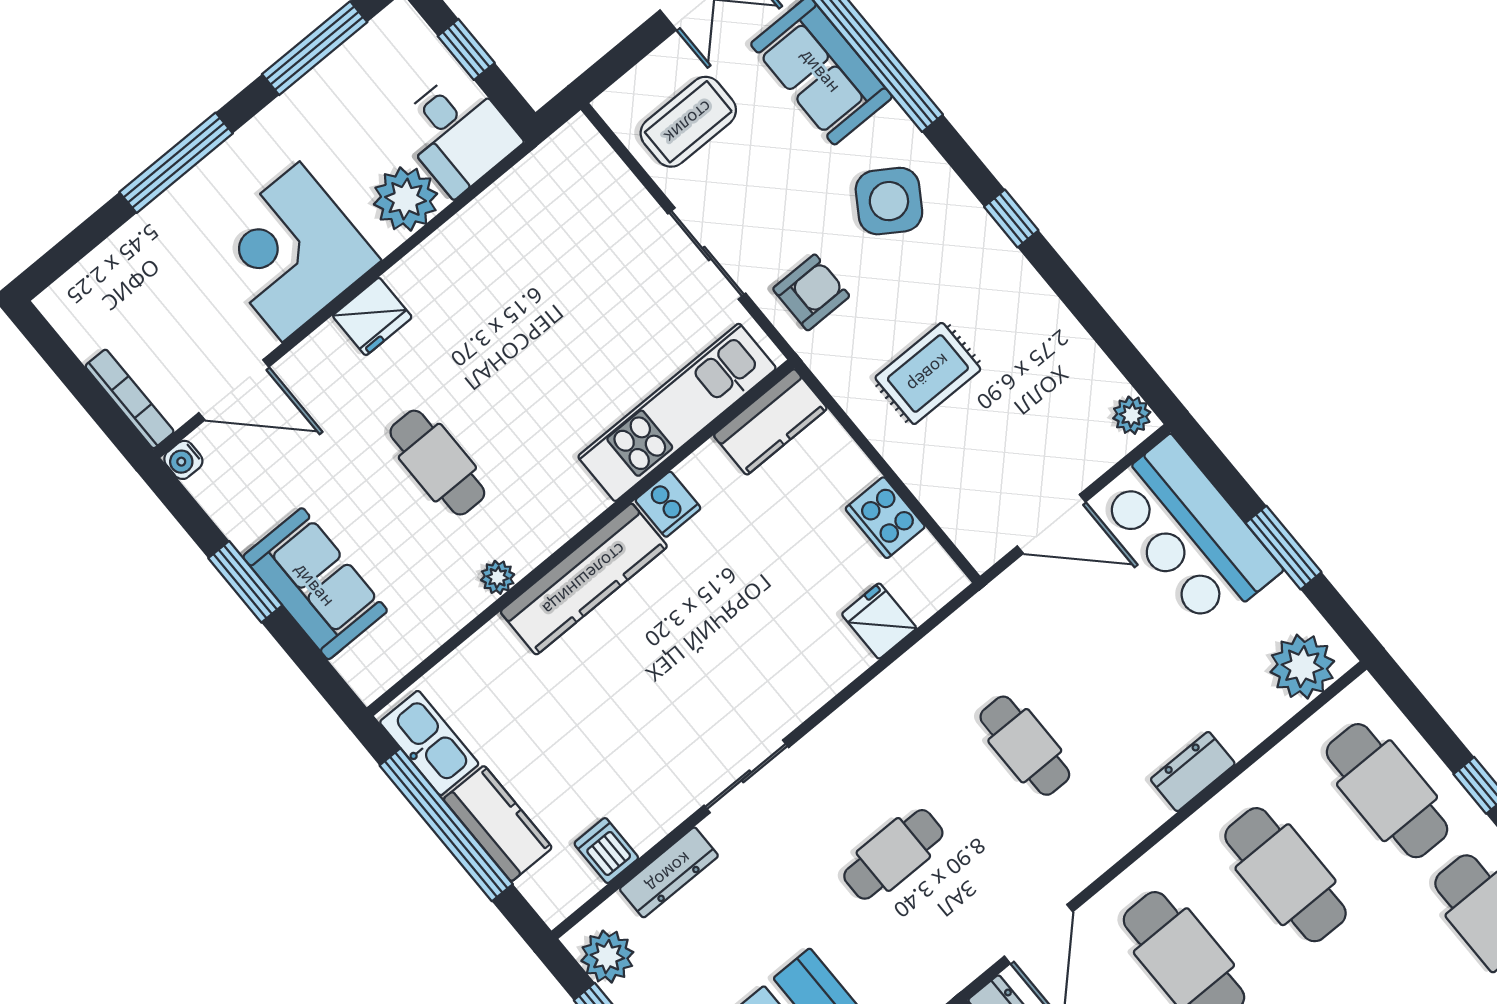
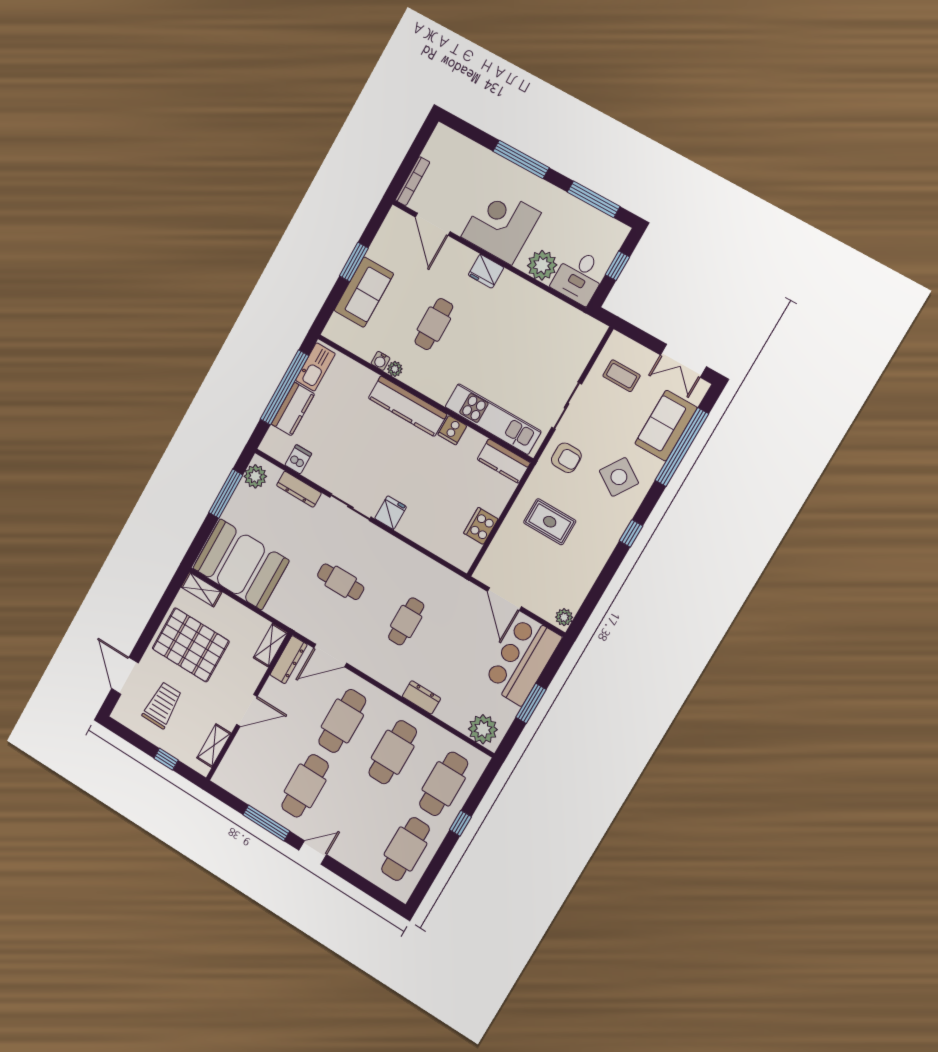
coffee table: (688, 122) -> (622, 376), width x0.73, depth x0.77
water cooler: (183, 460) -> (380, 361), moved, turned -90
fridge: (879, 621) -> (391, 513), moved

